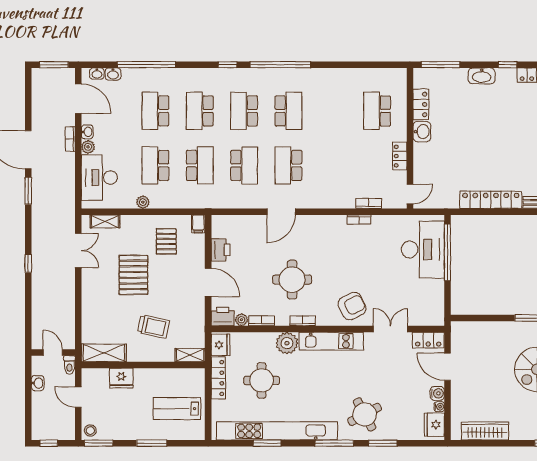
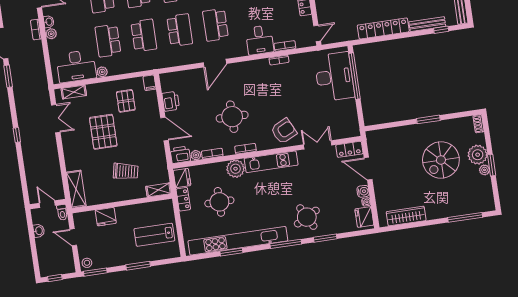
desk: (99, 178) -> (76, 66), moved, turned -90
desk: (339, 192) -> (260, 40), added
shelving: (104, 353) -> (76, 189), moved, turned 90
locker: (218, 378) -> (183, 199), width x0.66

